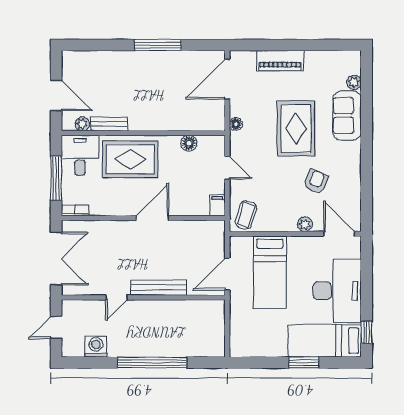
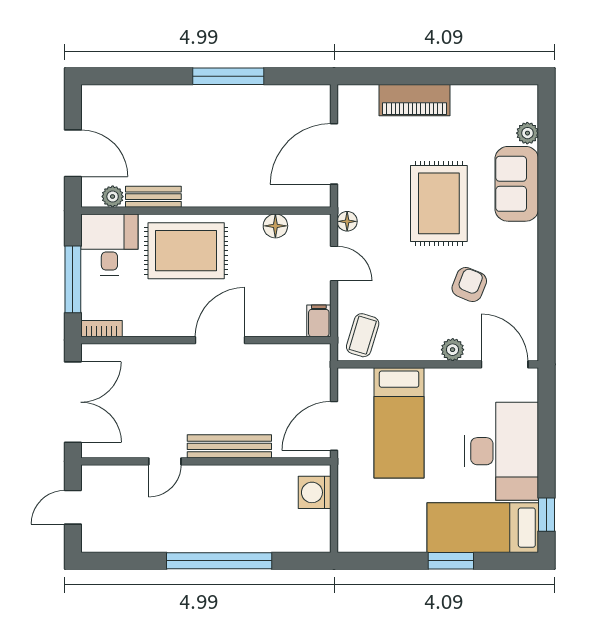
door: (227, 79) -> (334, 154), moved
floor lamp: (236, 124) -> (347, 221), moved
washing machine: (96, 347) -> (315, 492), moved, turned -90

